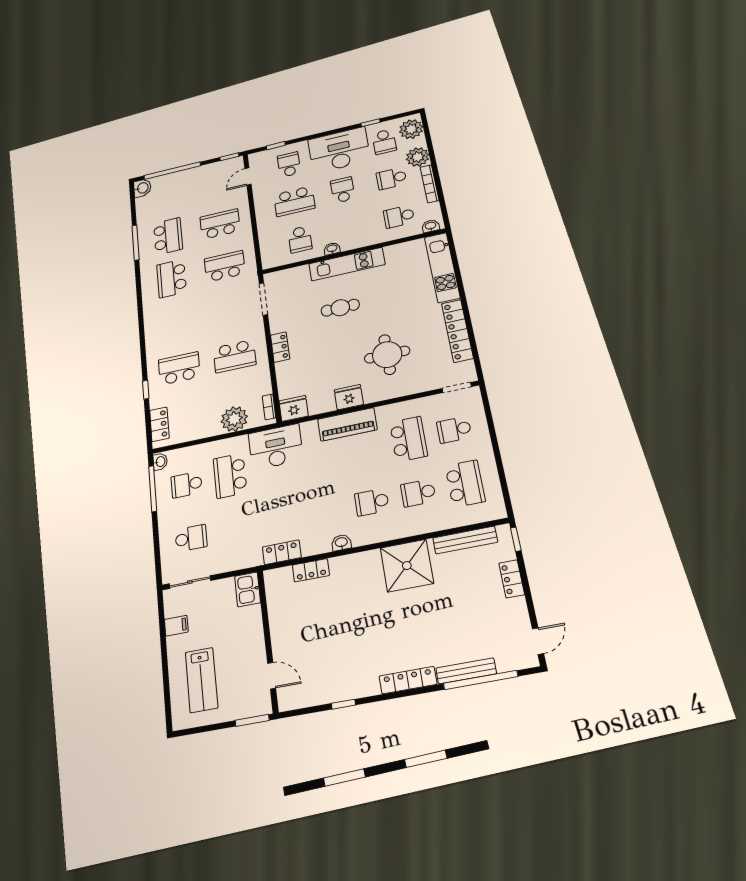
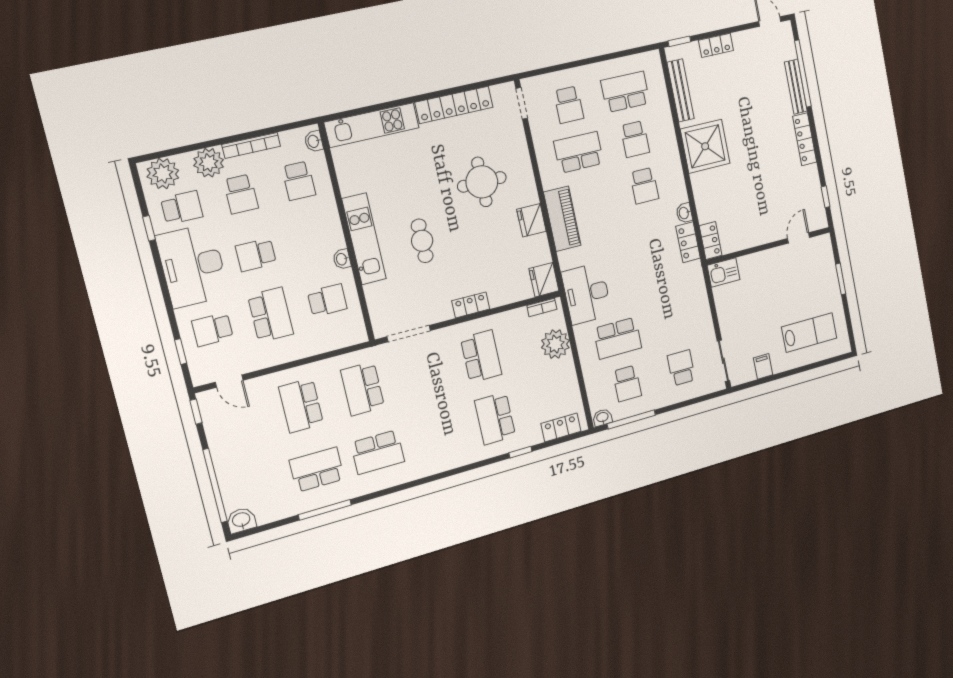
locker: (282, 552) -> (688, 242), moved
kitchen sink: (248, 589) -> (724, 272), moved
wall: (268, 640) -> (769, 246), moved
door: (272, 676) -> (799, 238), moved

